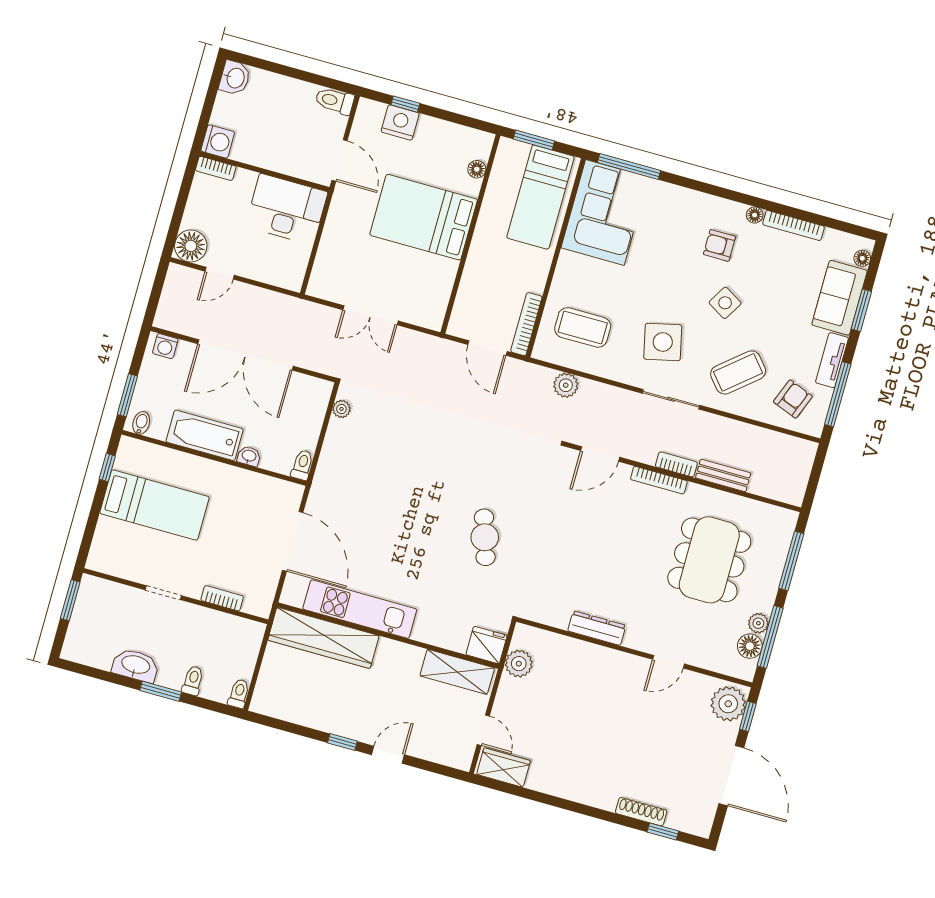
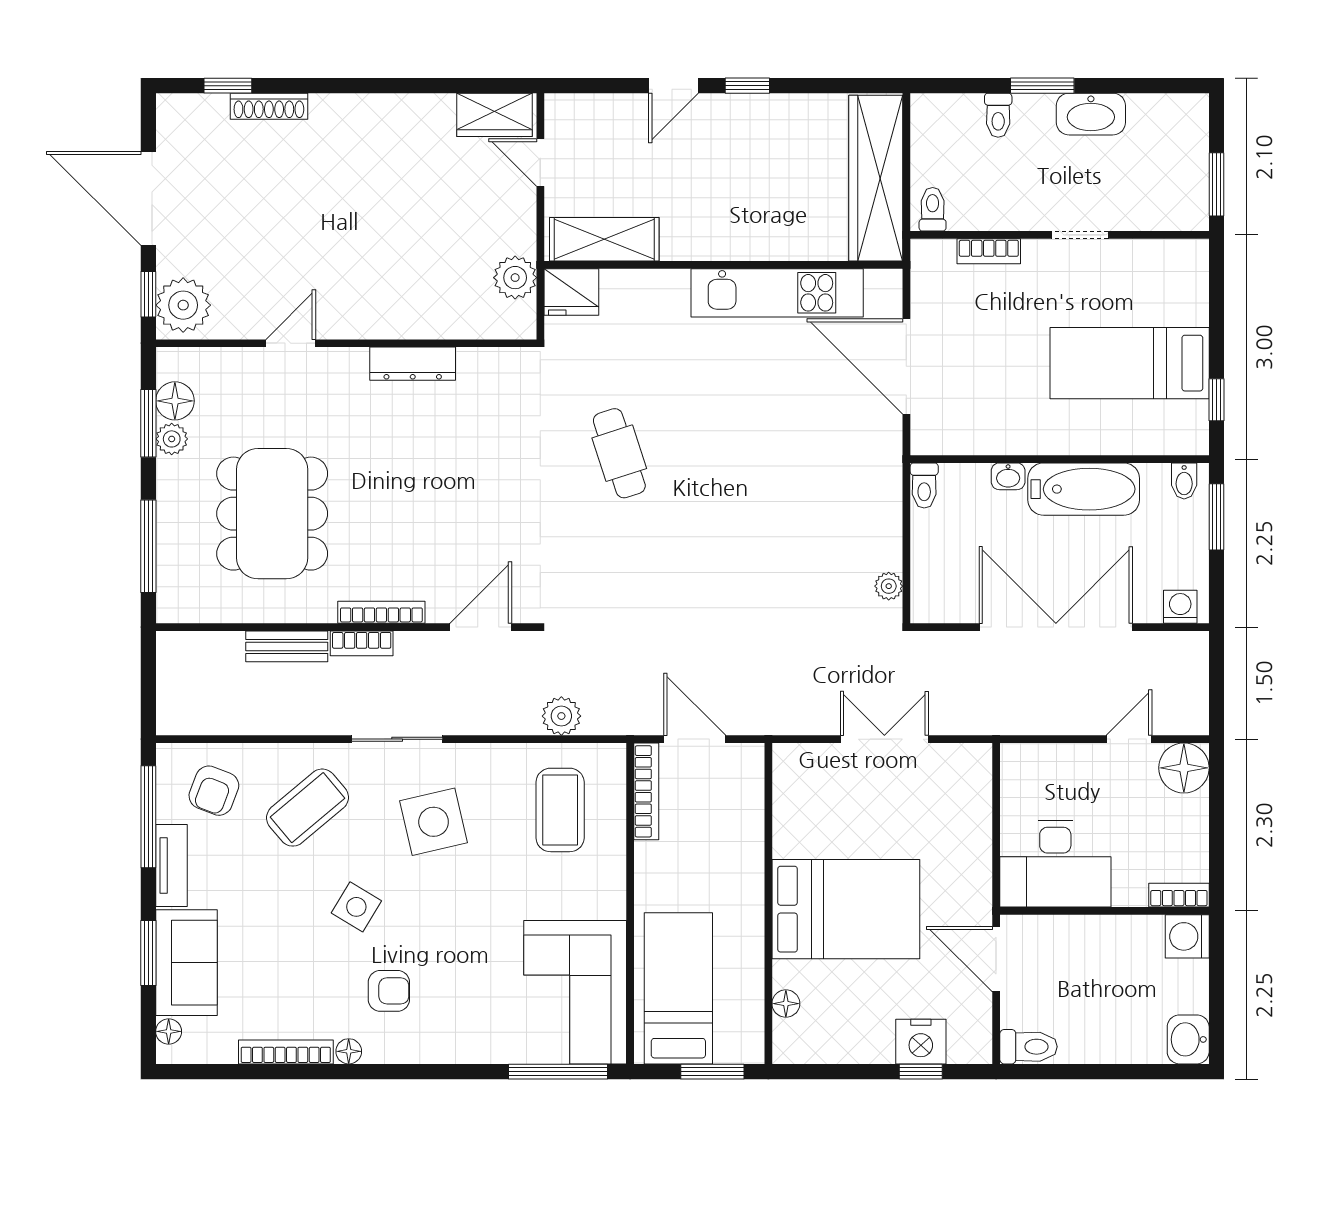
coffee table: (583, 327) -> (560, 810), turned 90
window: (770, 637) -> (148, 423), width x0.69
wardrobe: (323, 638) -> (876, 178), moved, turned -90
toilet: (239, 694) -> (933, 209), moved, turned 180

